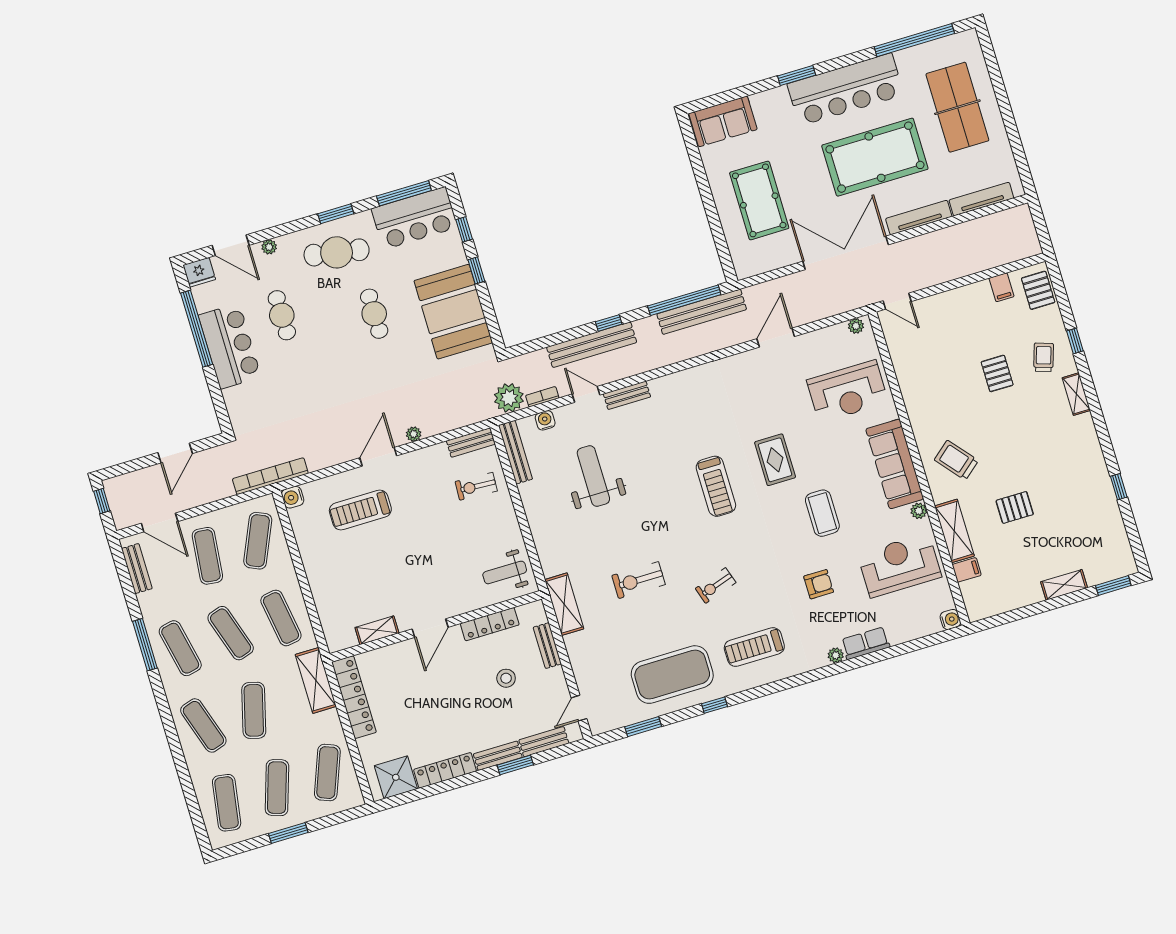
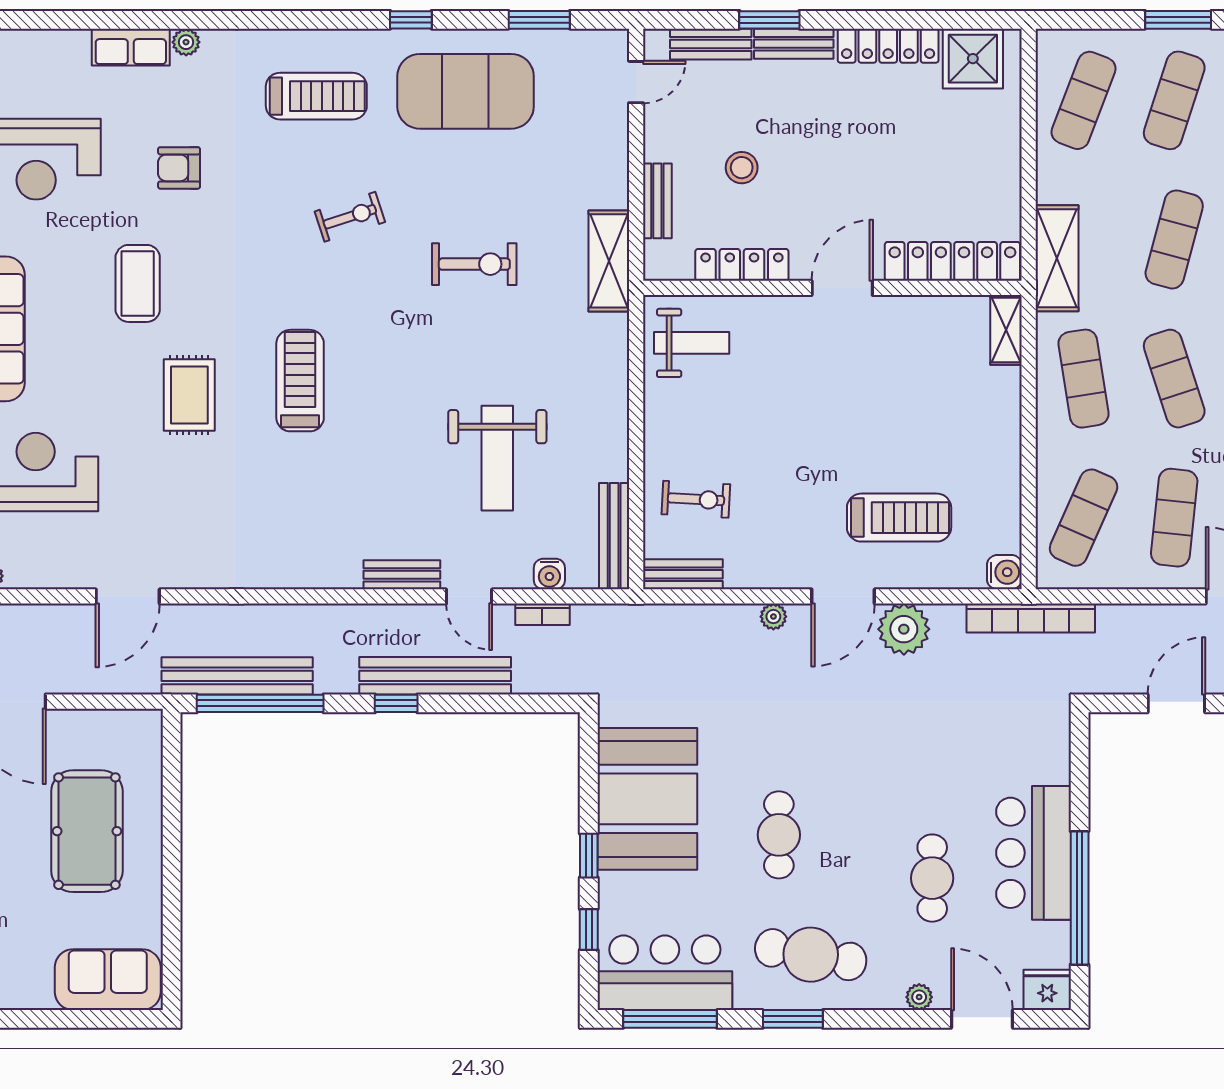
plant: (509, 398) -> (904, 629), moved
shelving: (377, 630) -> (1006, 330), moved, turned 90
locker: (354, 697) -> (952, 261), moved, turned 90

